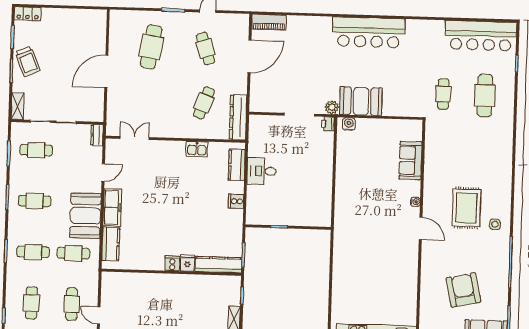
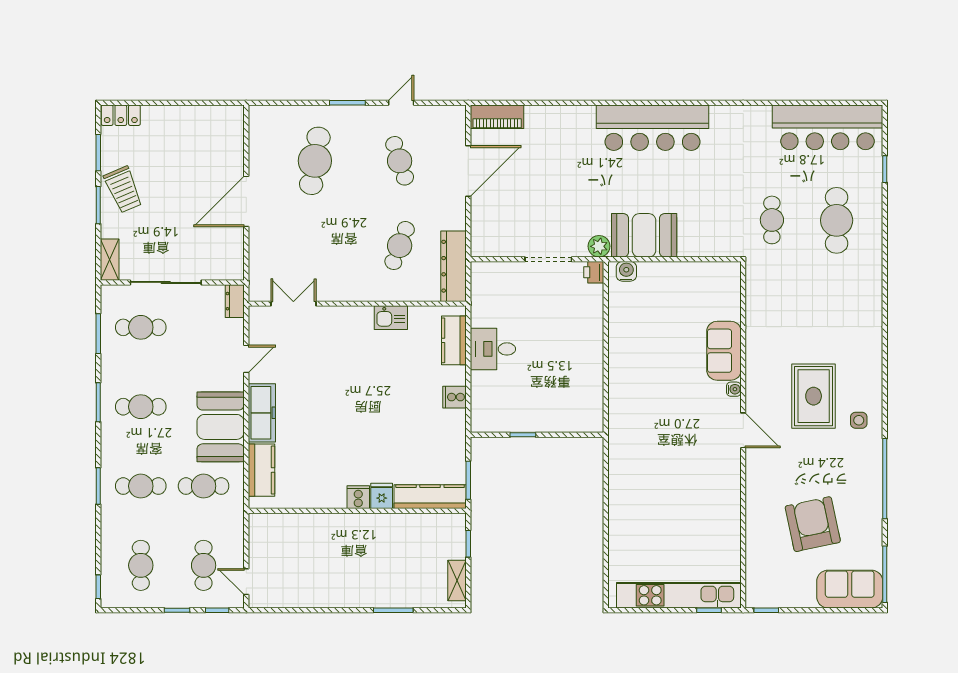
sofa: (410, 160) -> (724, 351), moved

